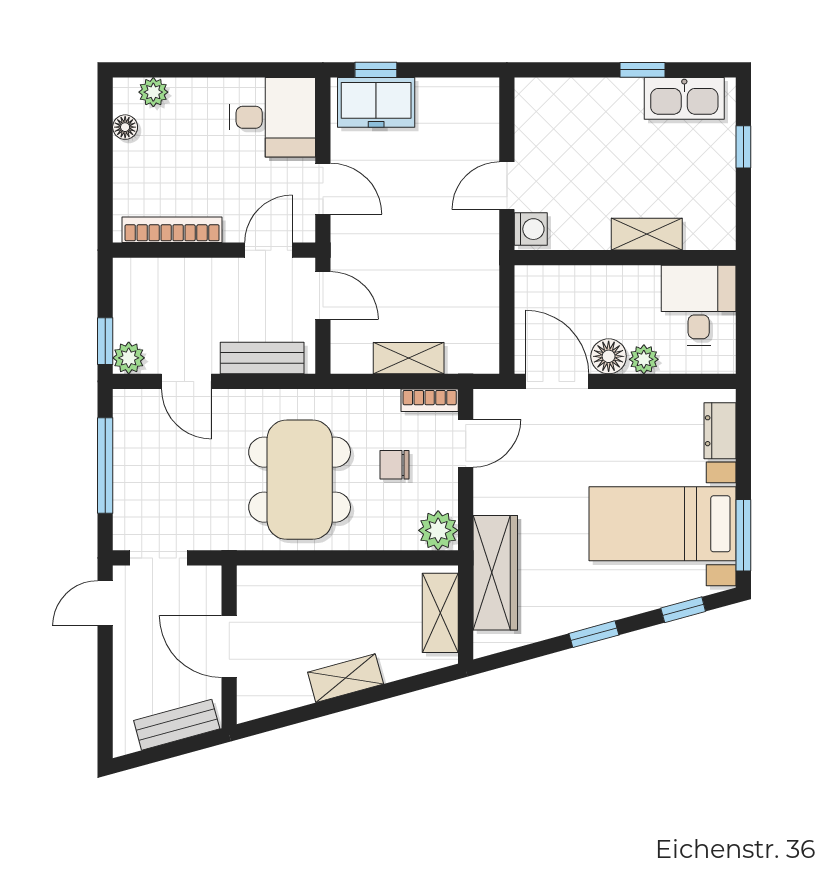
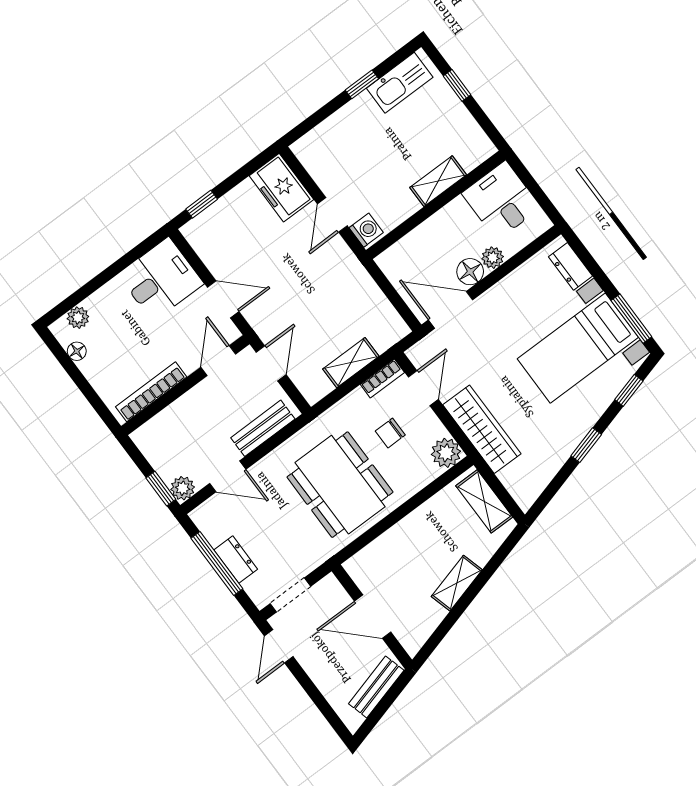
freezer: (376, 102) -> (281, 188), moved, turned 90
door: (323, 295) -> (271, 363), hinge flipped
dresser: (128, 476) -> (236, 560), added
wardrobe: (495, 573) -> (482, 429), moved

